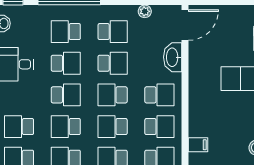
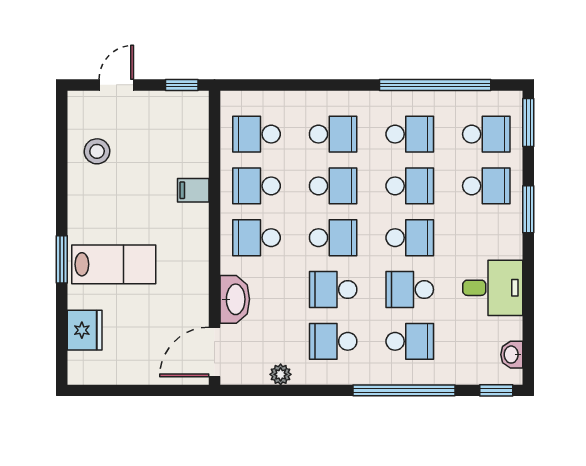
school desk: (66, 95) -> (410, 238), turned 180
filing cabinet: (198, 145) -> (193, 190), moved

